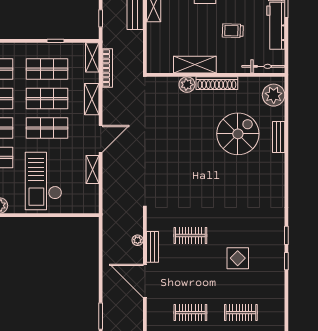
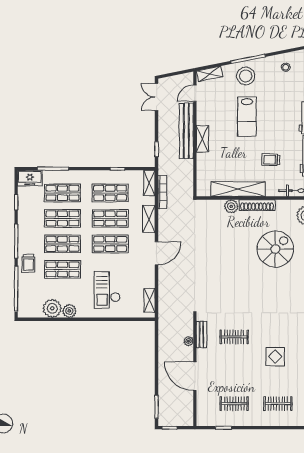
shelving: (195, 65) -> (238, 189), width x1.47
shelving: (92, 170) -> (150, 300), moved
checkout: (44, 181) -> (107, 290), width x0.73, depth x0.83
bench: (152, 247) -> (201, 334), moved

